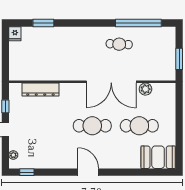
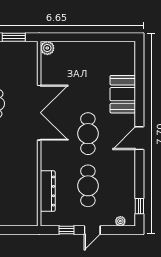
plant: (145, 89) -> (47, 48), moved
cafe table: (139, 126) -> (88, 186), moved
booth: (158, 157) -> (123, 94), moved

